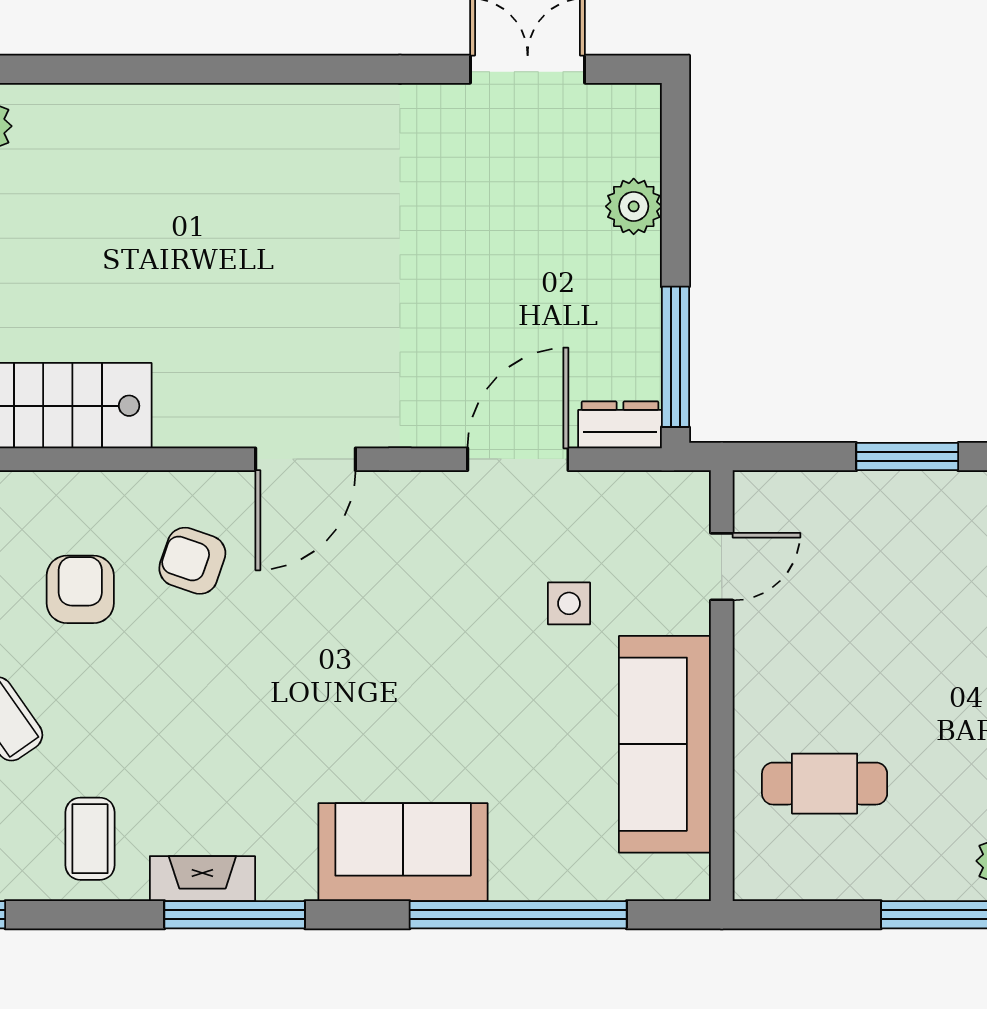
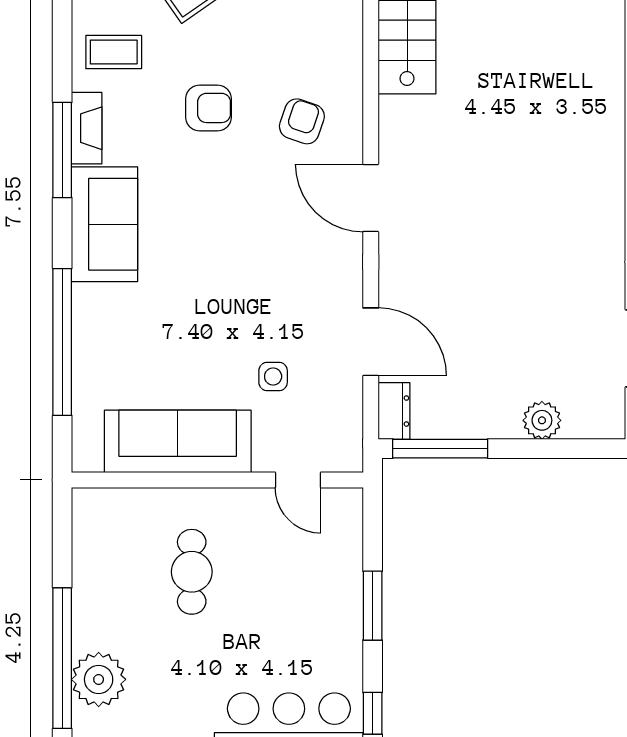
armchair: (80, 589) -> (209, 108), moved
cafe table: (825, 784) -> (192, 572), moved
sofa: (403, 852) -> (105, 224), moved

